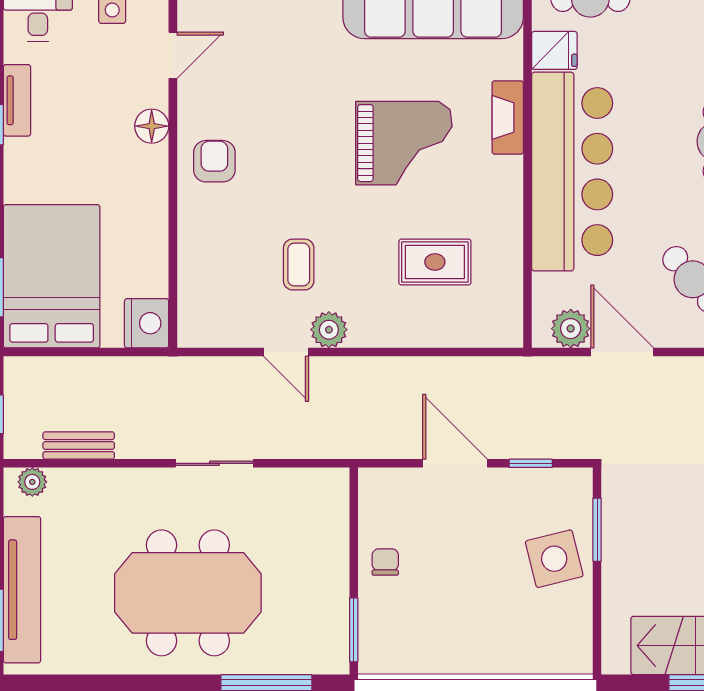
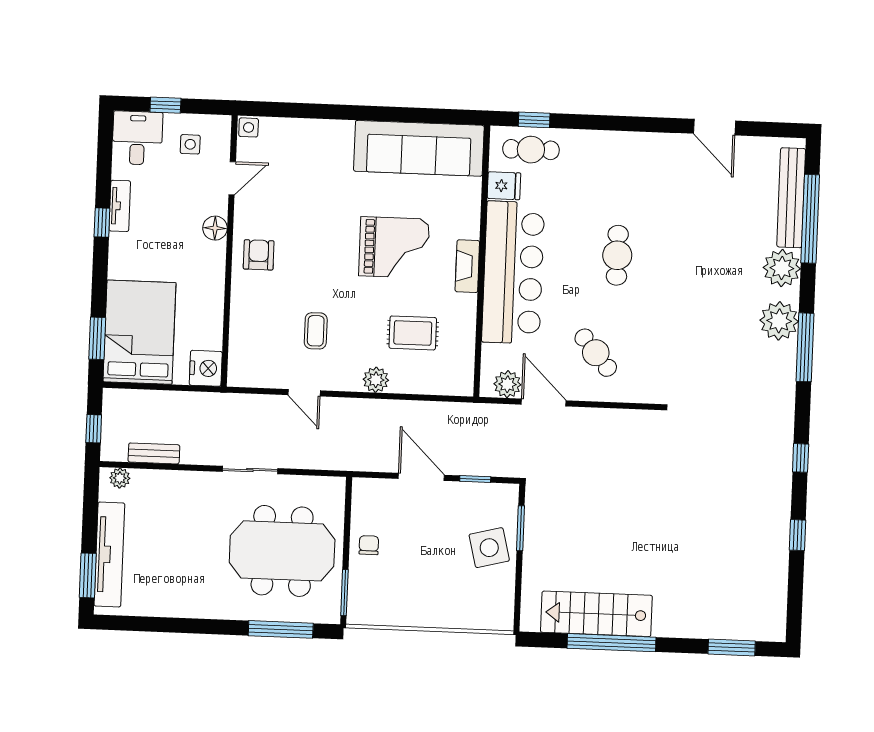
fireplace: (508, 117) -> (467, 266), moved
plant: (329, 330) -> (376, 380), moved
meeting table: (188, 593) -> (282, 551), moved

